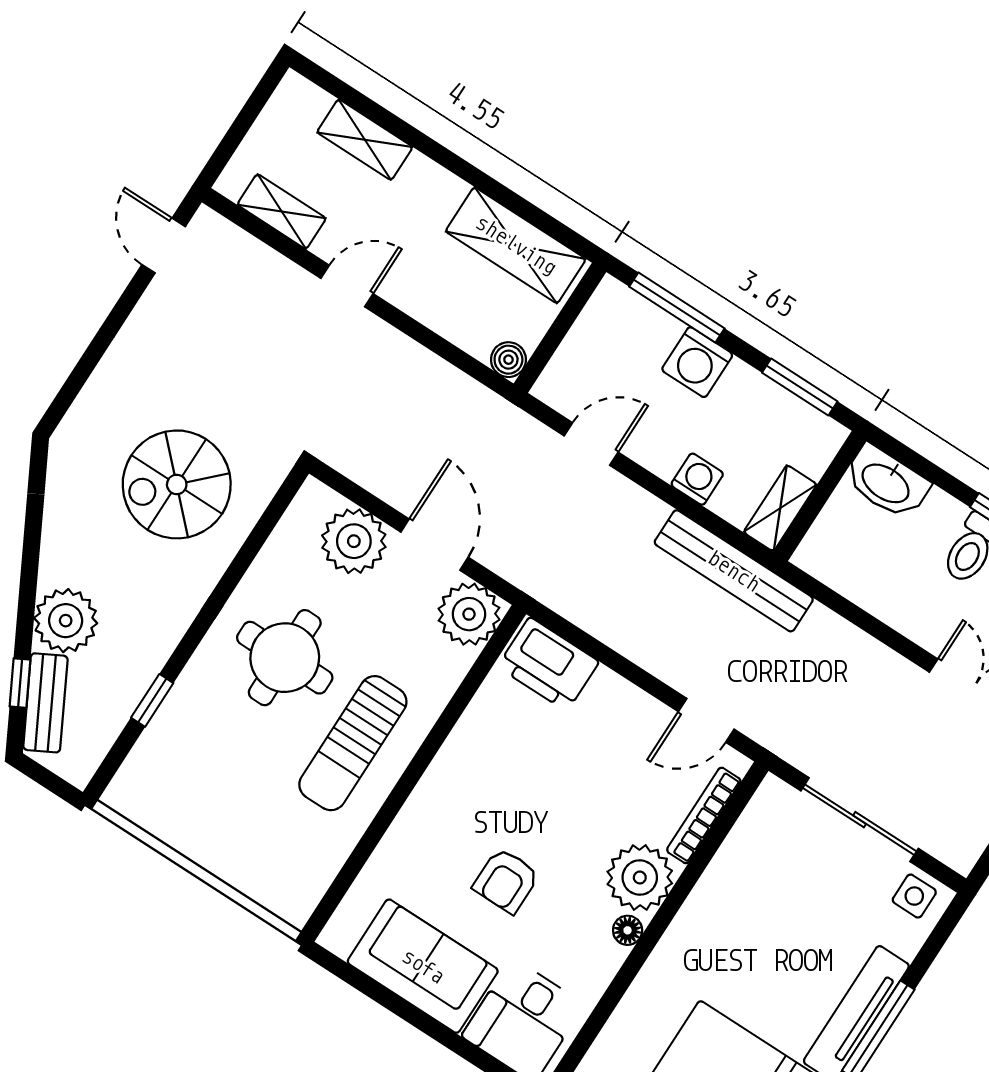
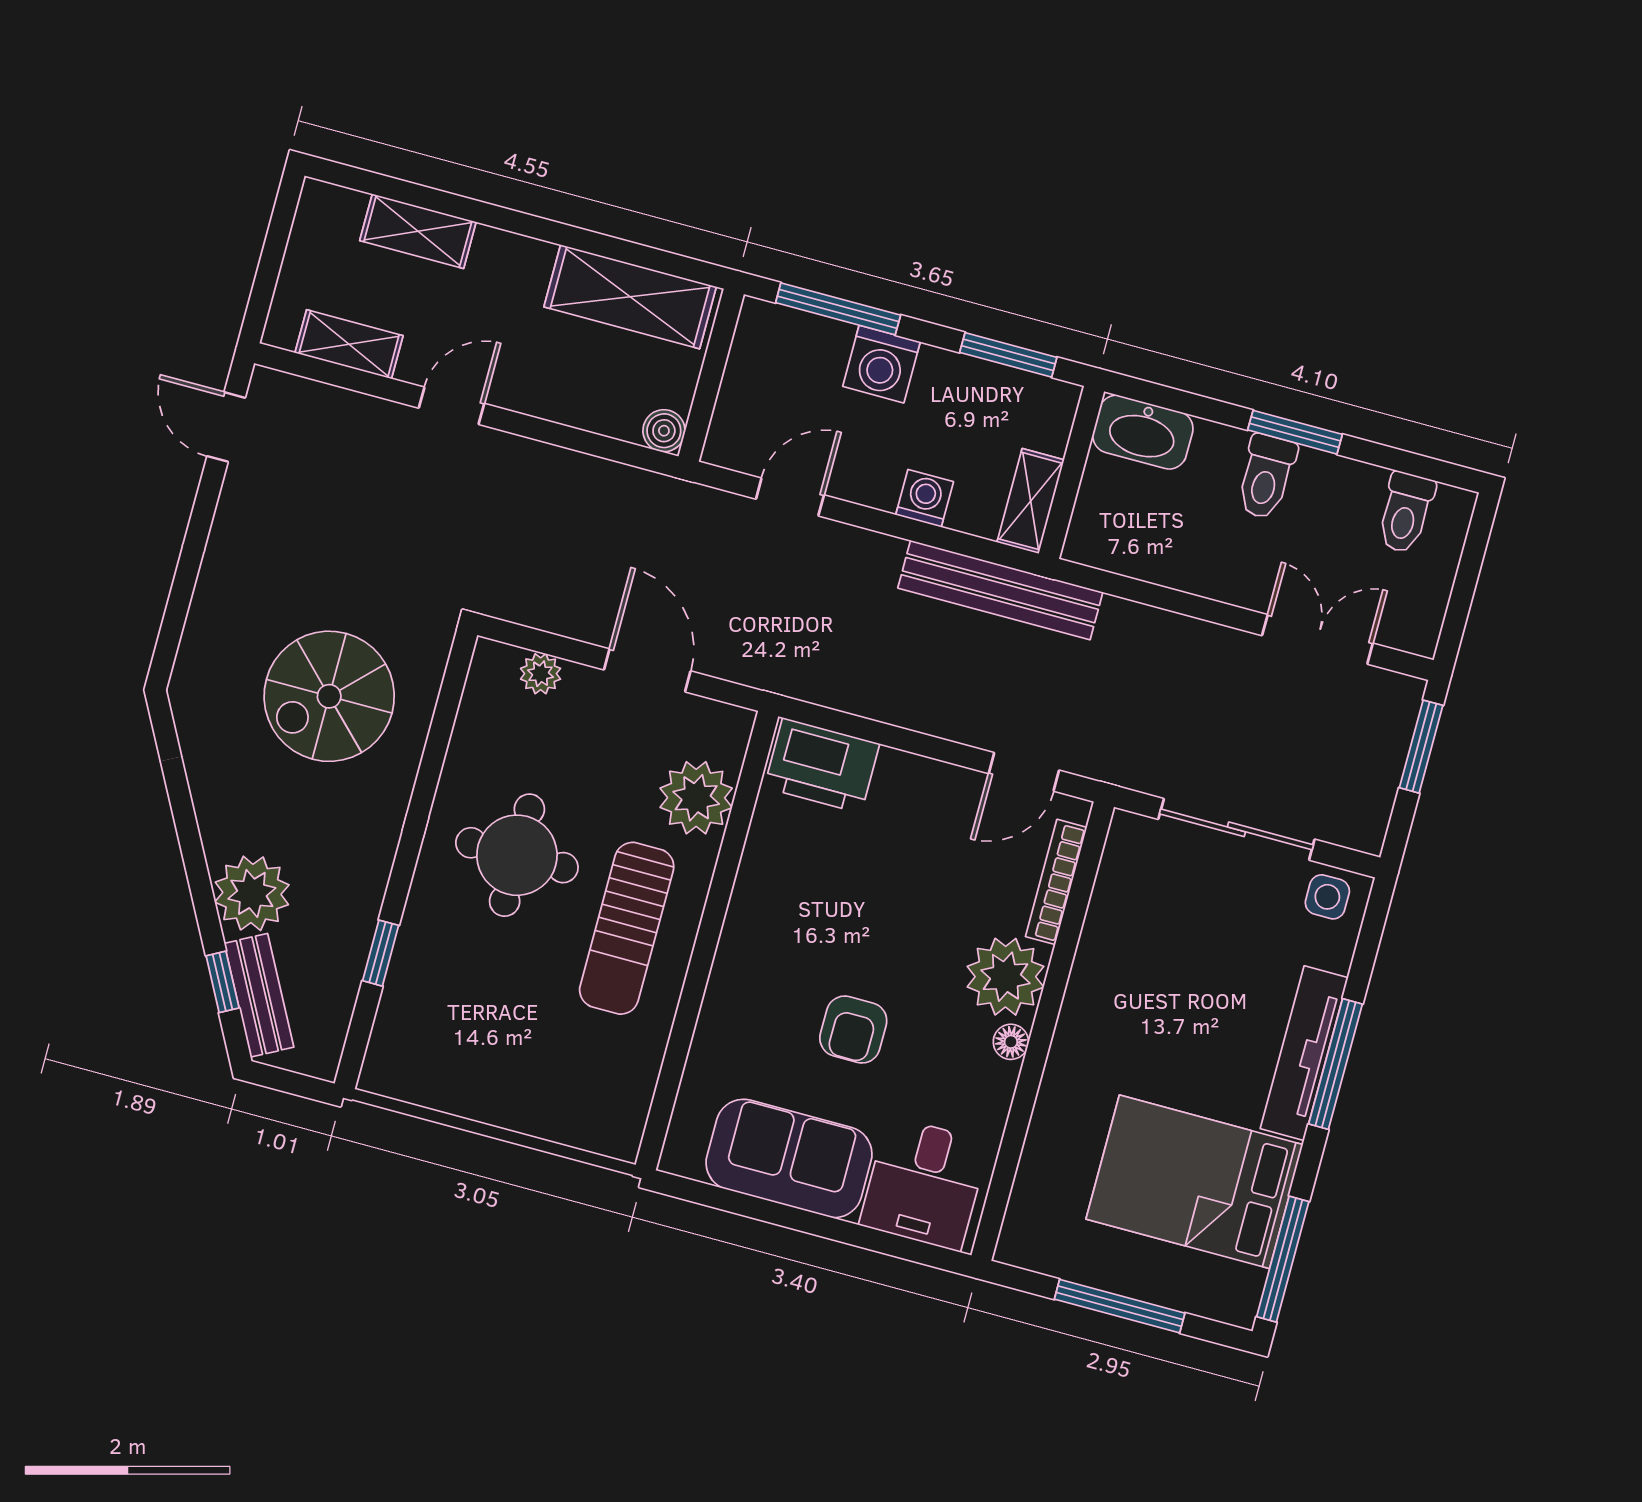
plant: (354, 541) -> (541, 674), width x0.53, depth x0.53
plant: (469, 614) -> (696, 798), moved

